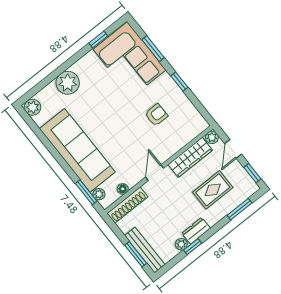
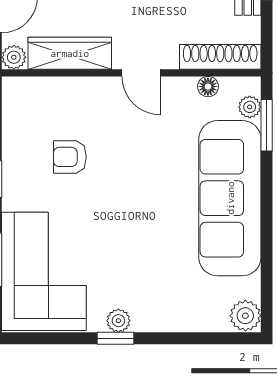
window: (98, 40) -> (115, 338), moved
plant: (68, 83) -> (118, 321), moved, width x0.53, depth x0.53
door: (155, 173) -> (141, 73), hinge flipped

